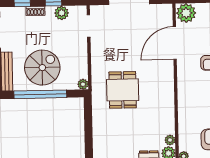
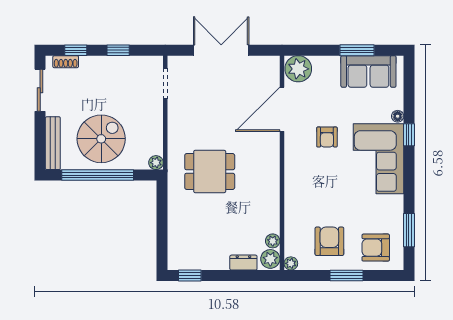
shoe rack: (35, 11) -> (66, 62), moved
plant: (62, 13) -> (129, 65), removed
dining table: (123, 90) -> (210, 171), turned 90

